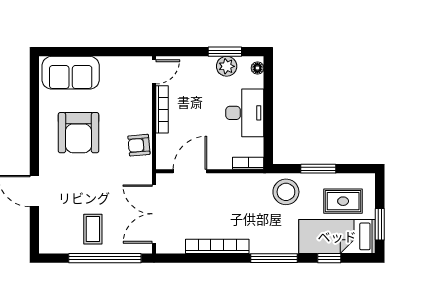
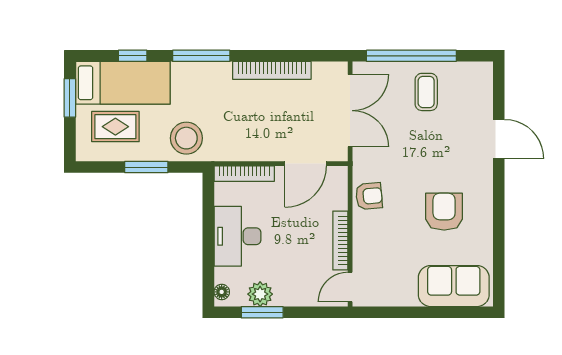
armchair: (79, 133) -> (444, 212), width x0.73, depth x0.73
bookcase: (248, 163) -> (244, 174), width x1.56

